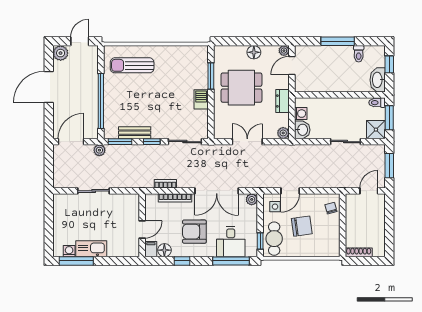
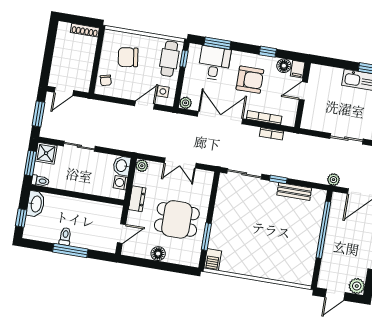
plant: (284, 51) -> (127, 250), removed
toilet: (359, 54) -> (65, 236), moved
sun lounger: (132, 65) -> (285, 261), removed
barbecue: (201, 99) -> (213, 260), moved
window: (120, 142) -> (311, 185), removed
chair: (302, 226) -> (128, 57), moved
window: (231, 261) -> (217, 43), width x0.69

